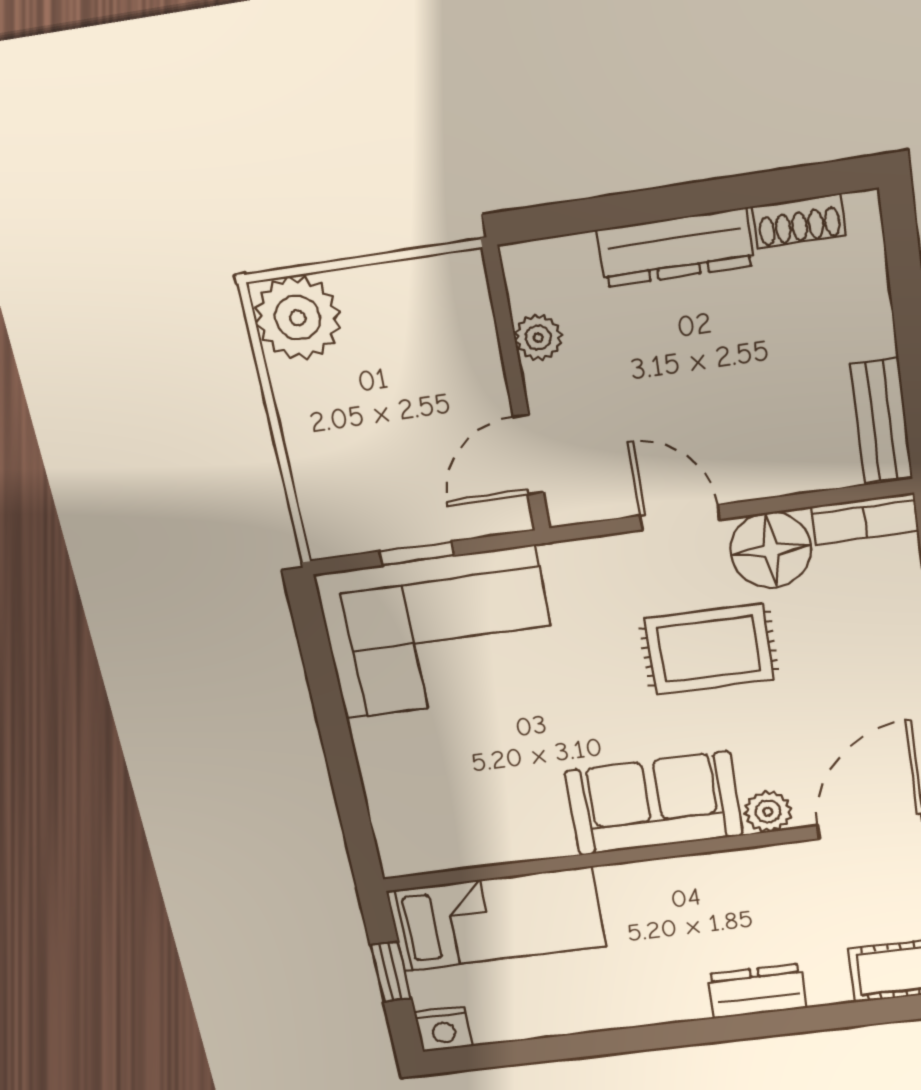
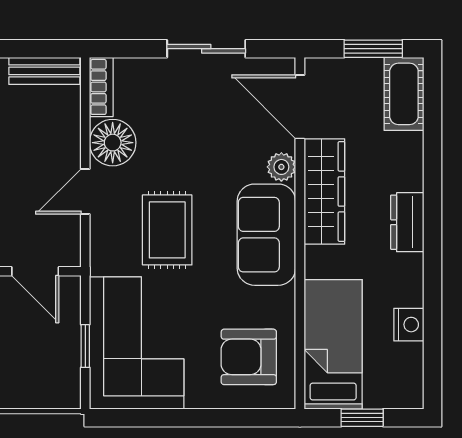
rug: (709, 649) -> (167, 230), moved
armchair: (451, 803) -> (249, 357), added
wardrobe: (738, 878) -> (324, 191), added
dresser: (757, 991) -> (407, 222), moved
nightstand: (443, 1029) -> (409, 325), moved

